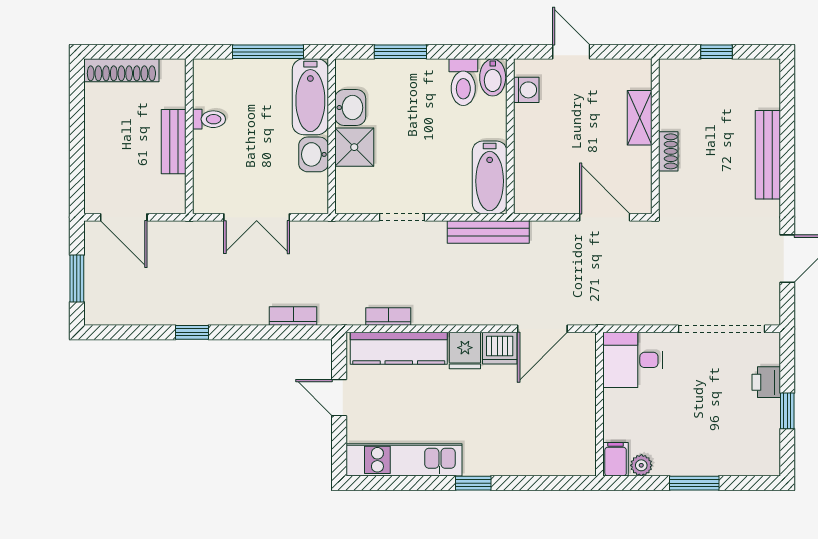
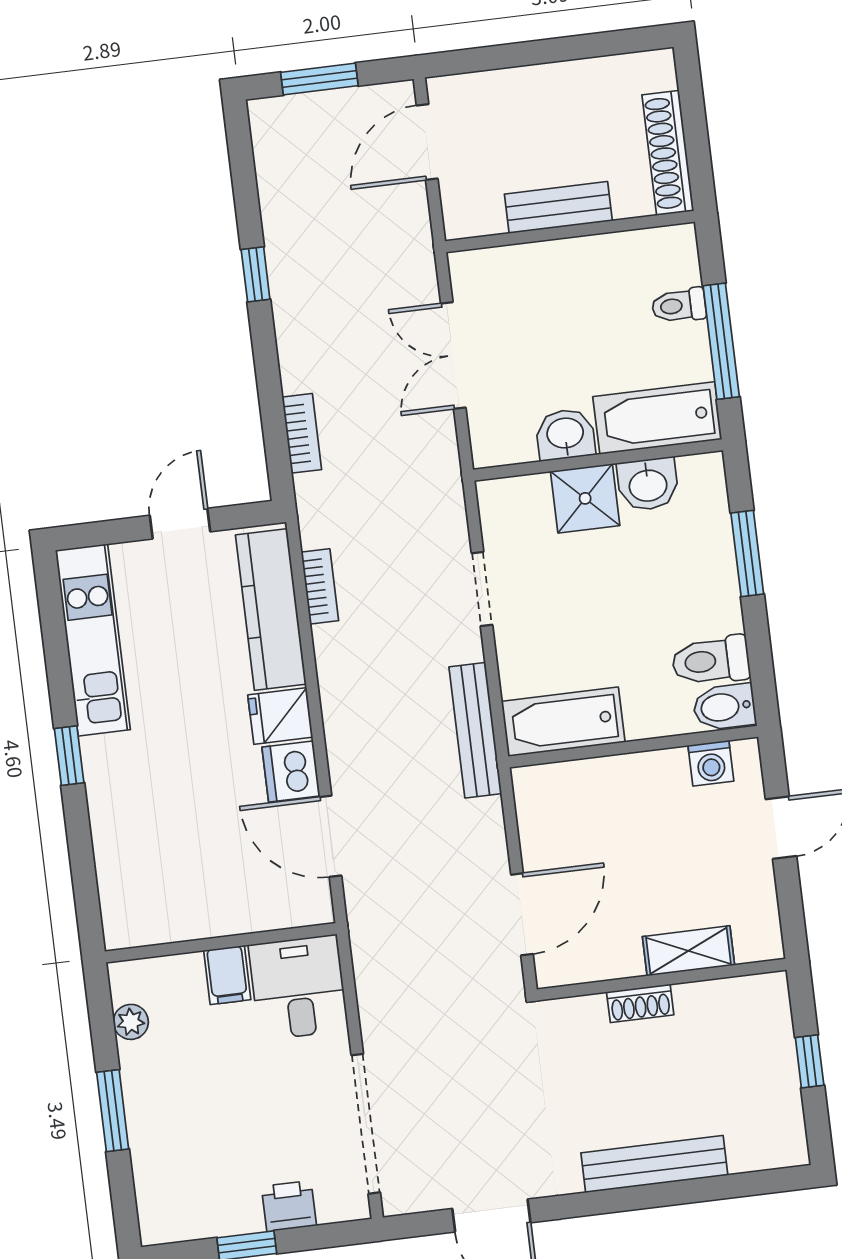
shoe rack: (121, 70) -> (668, 153), moved
toilet: (209, 119) -> (679, 306), moved, turned 90
filing cabinet: (616, 459) -> (227, 975), moved, turned 90

